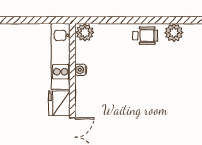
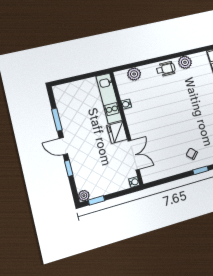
plant: (85, 32) -> (134, 74), moved

